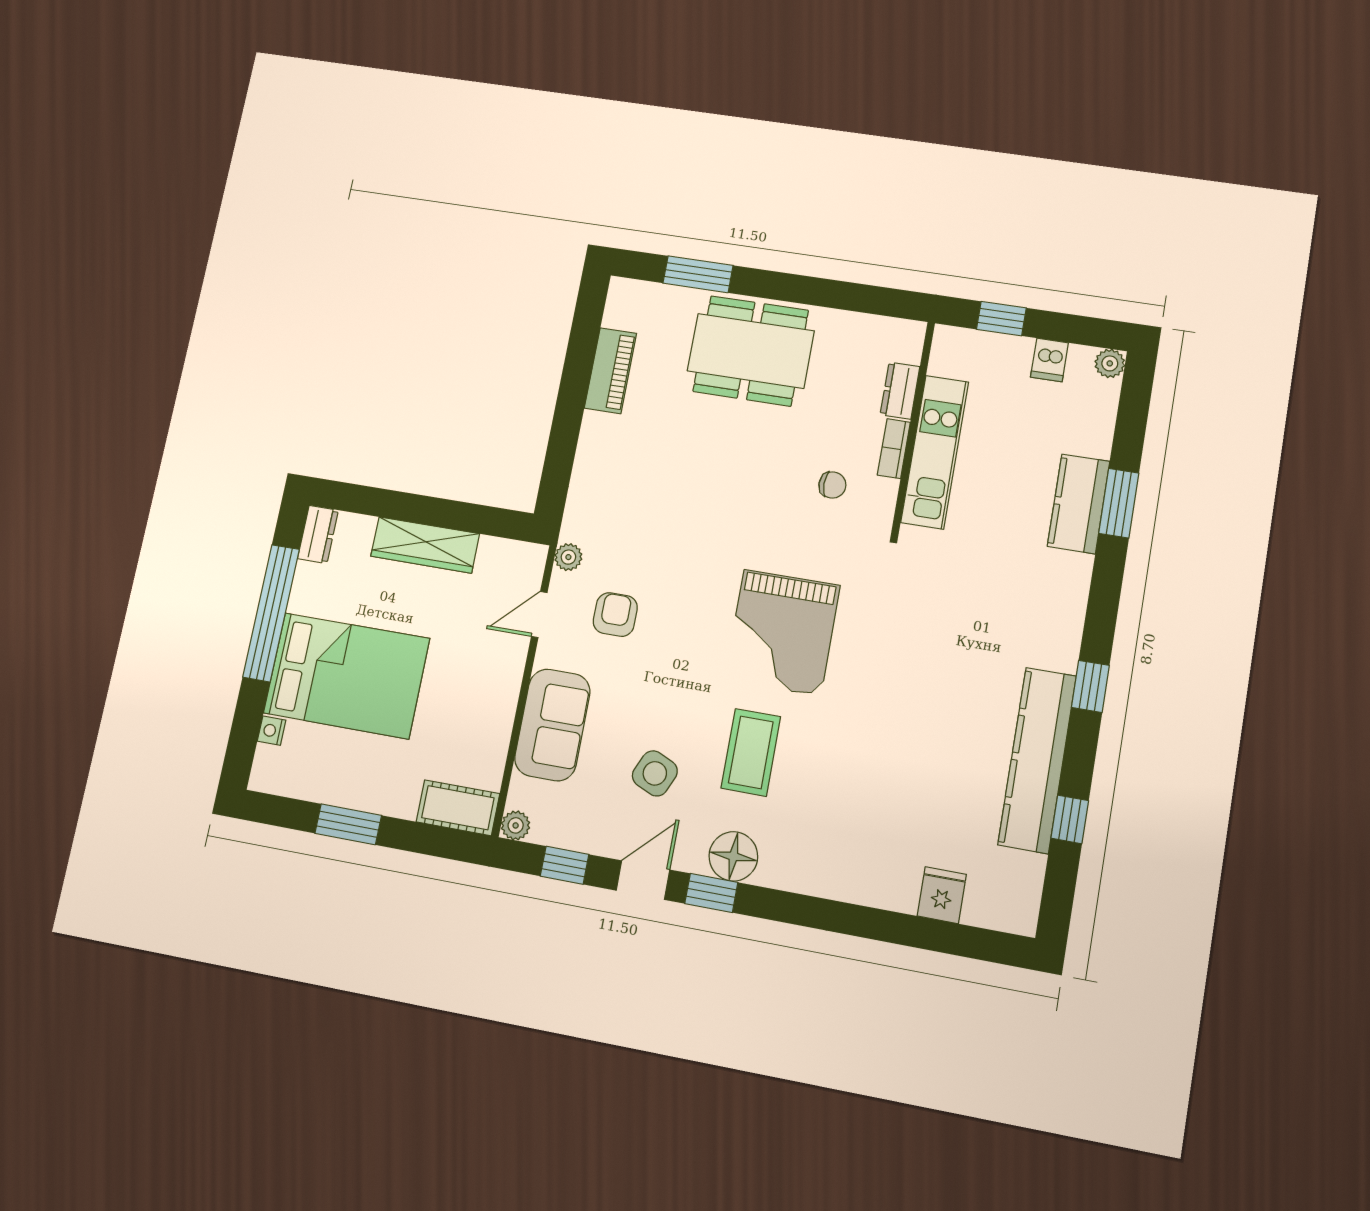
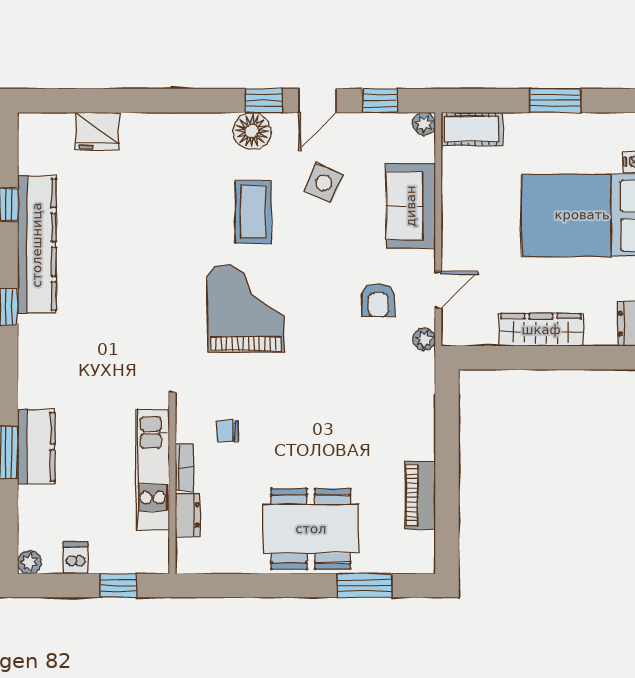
fridge: (942, 895) -> (97, 131), width x1.38

